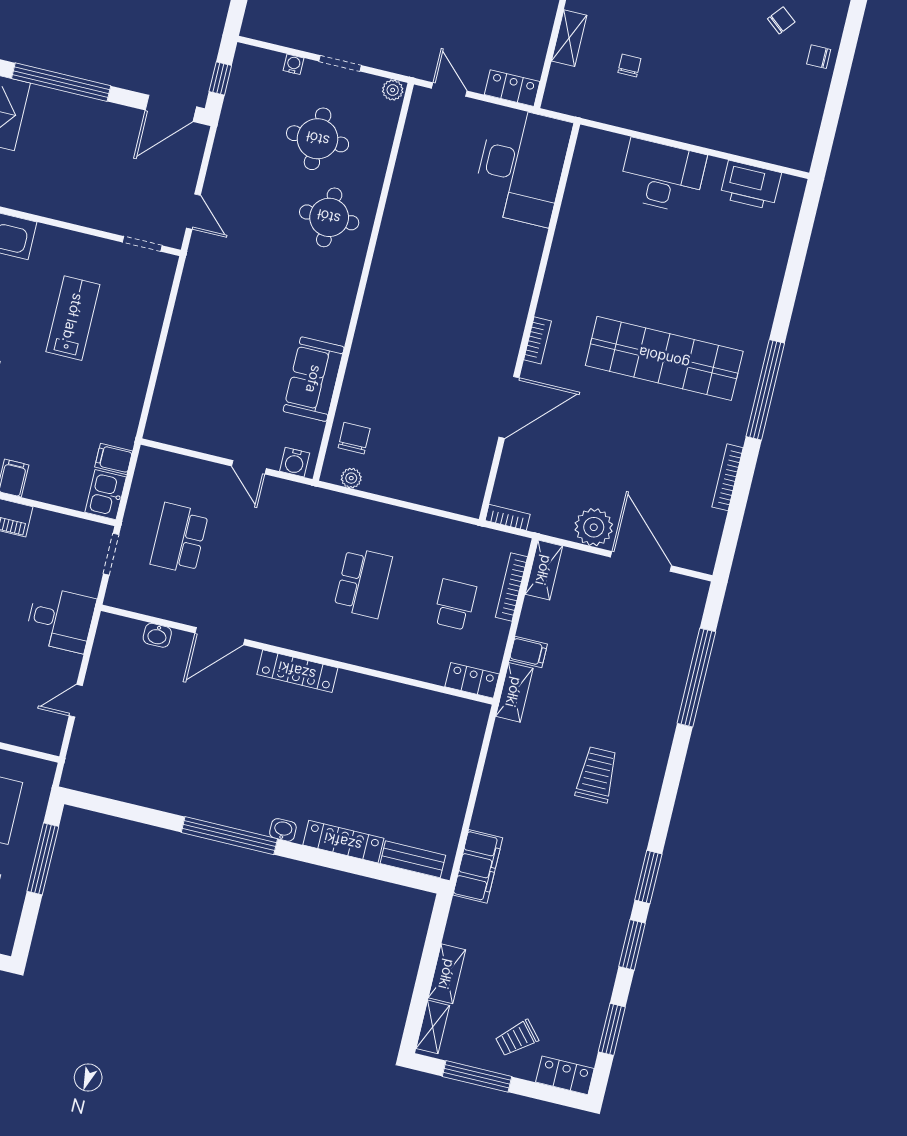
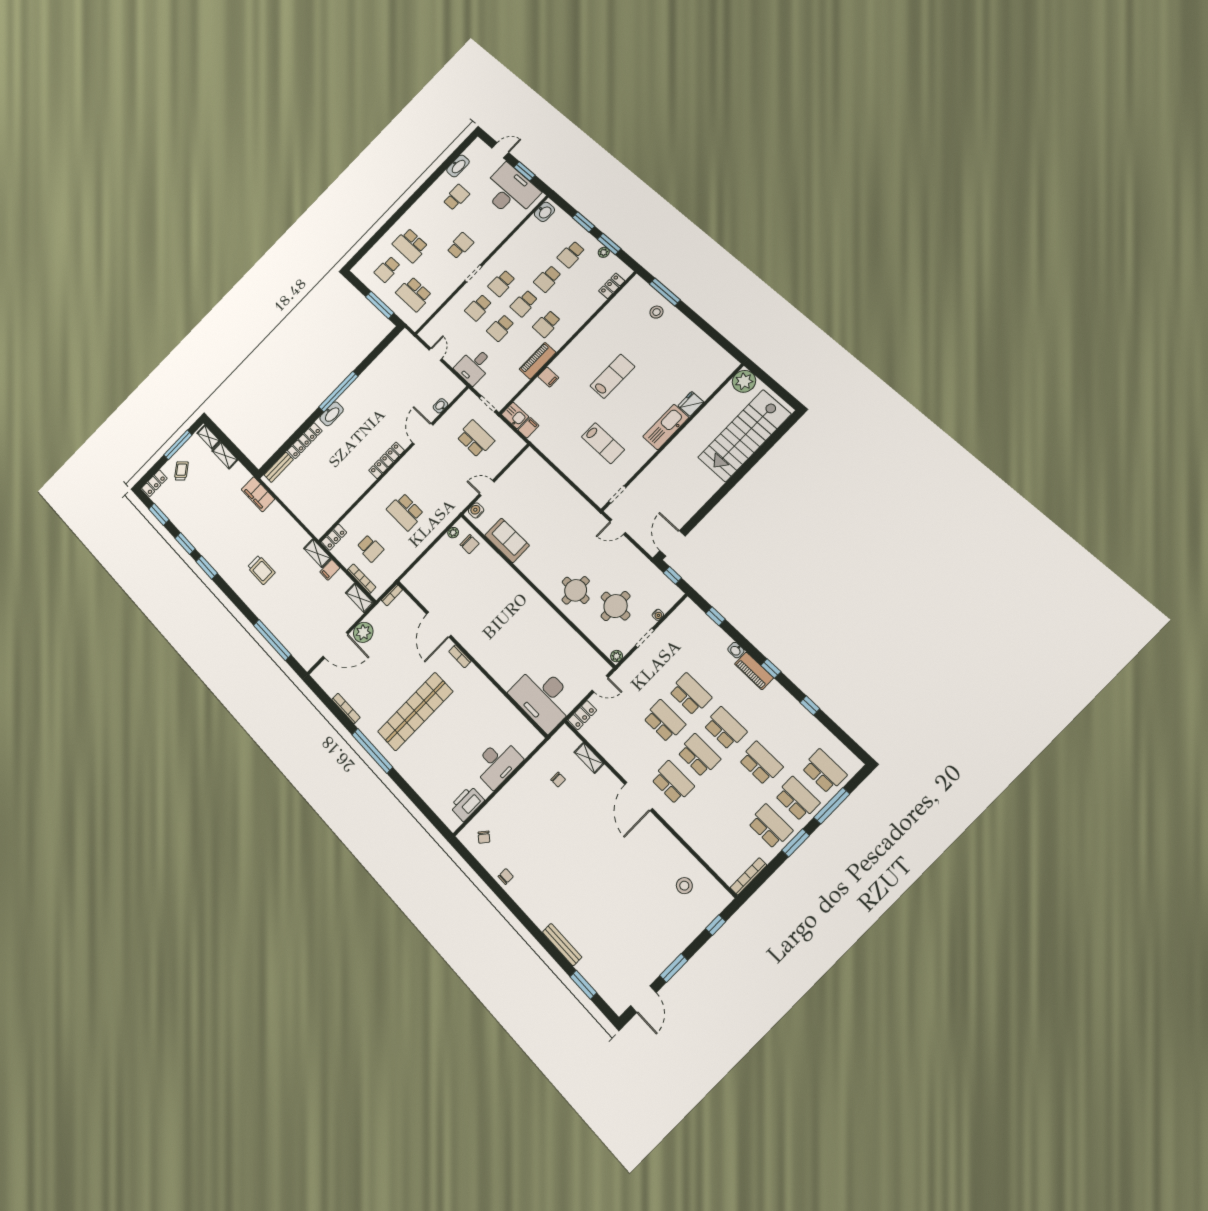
chair: (781, 20) -> (484, 837), moved
window: (61, 82) -> (717, 497), removed
washbasin: (283, 830) -> (332, 414), width x1.91, depth x1.45

